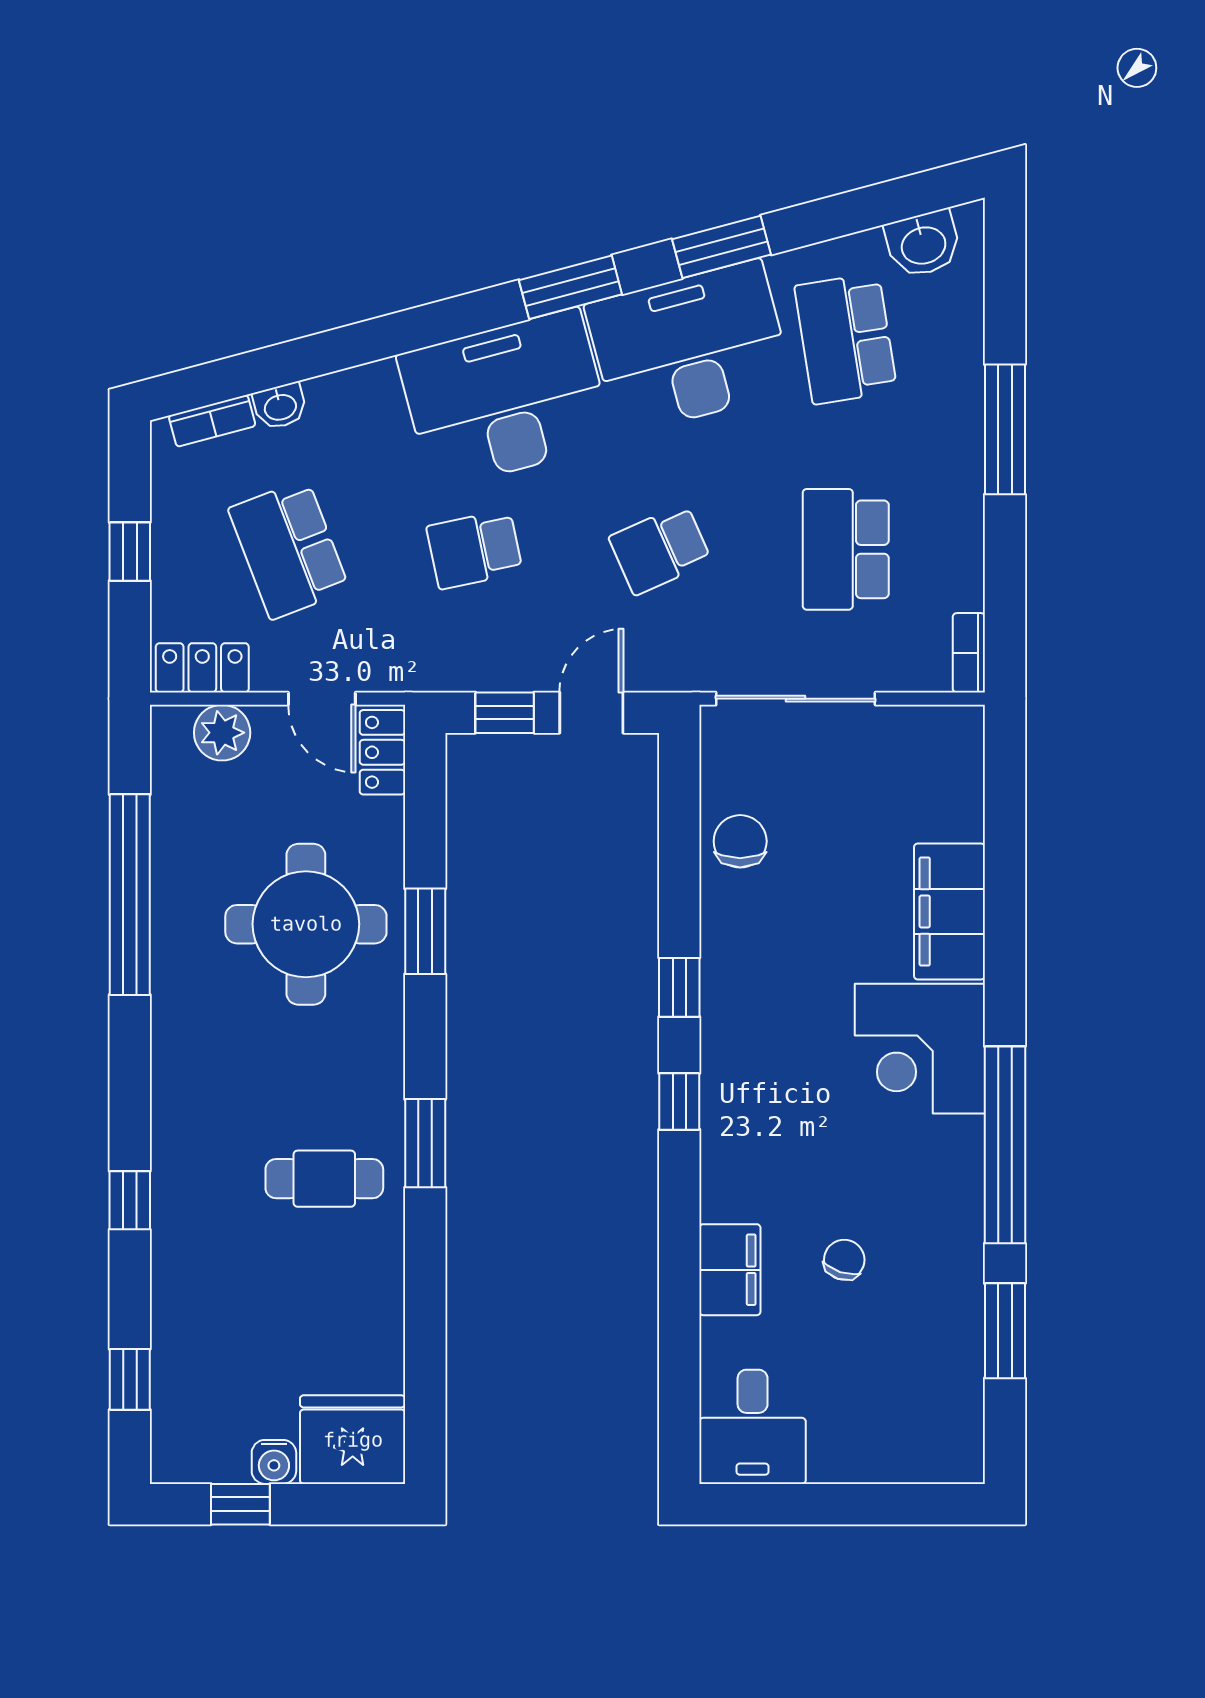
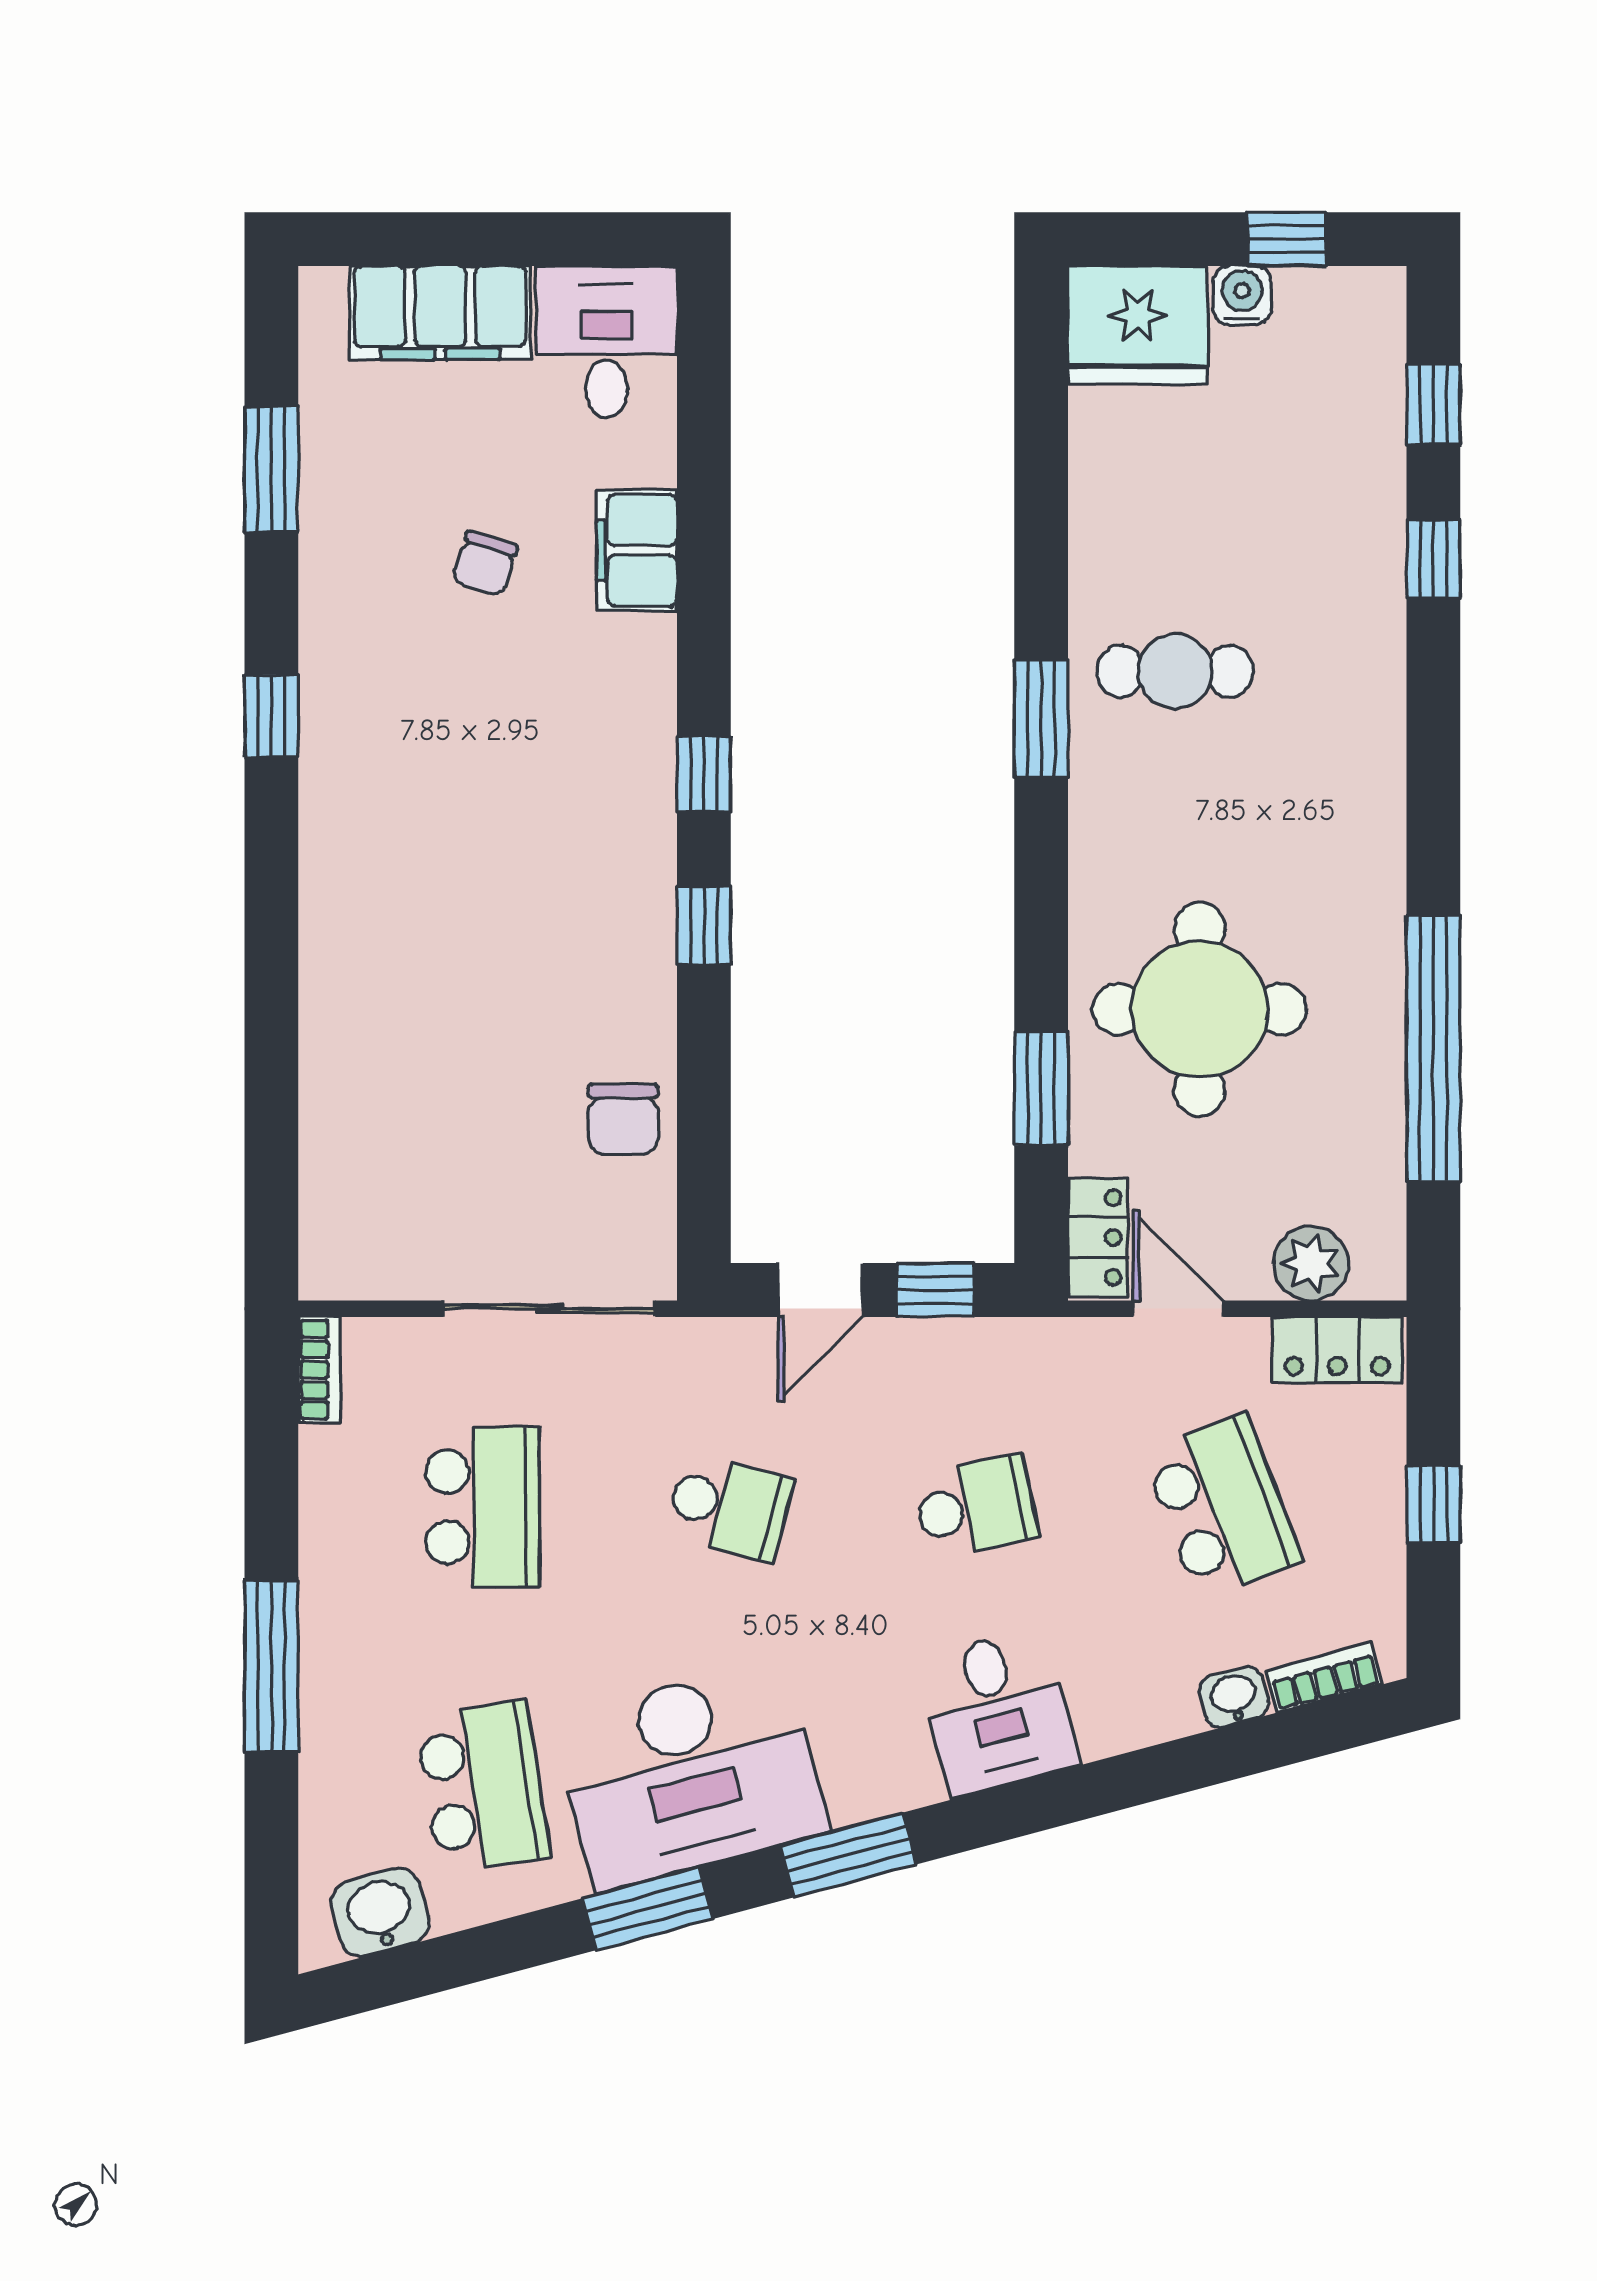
desk: (505, 399) -> (997, 1712), width x0.53, depth x0.77
school desk: (660, 549) -> (729, 1507), turned 39
filing cabinet: (949, 912) -> (440, 313), moved, turned 90
window: (425, 931) -> (1041, 1088), moved
corner desk: (920, 1049) -> (384, 844), removed
window: (1005, 1145) -> (271, 716), width x0.32
window: (130, 1200) -> (1433, 559), moved

